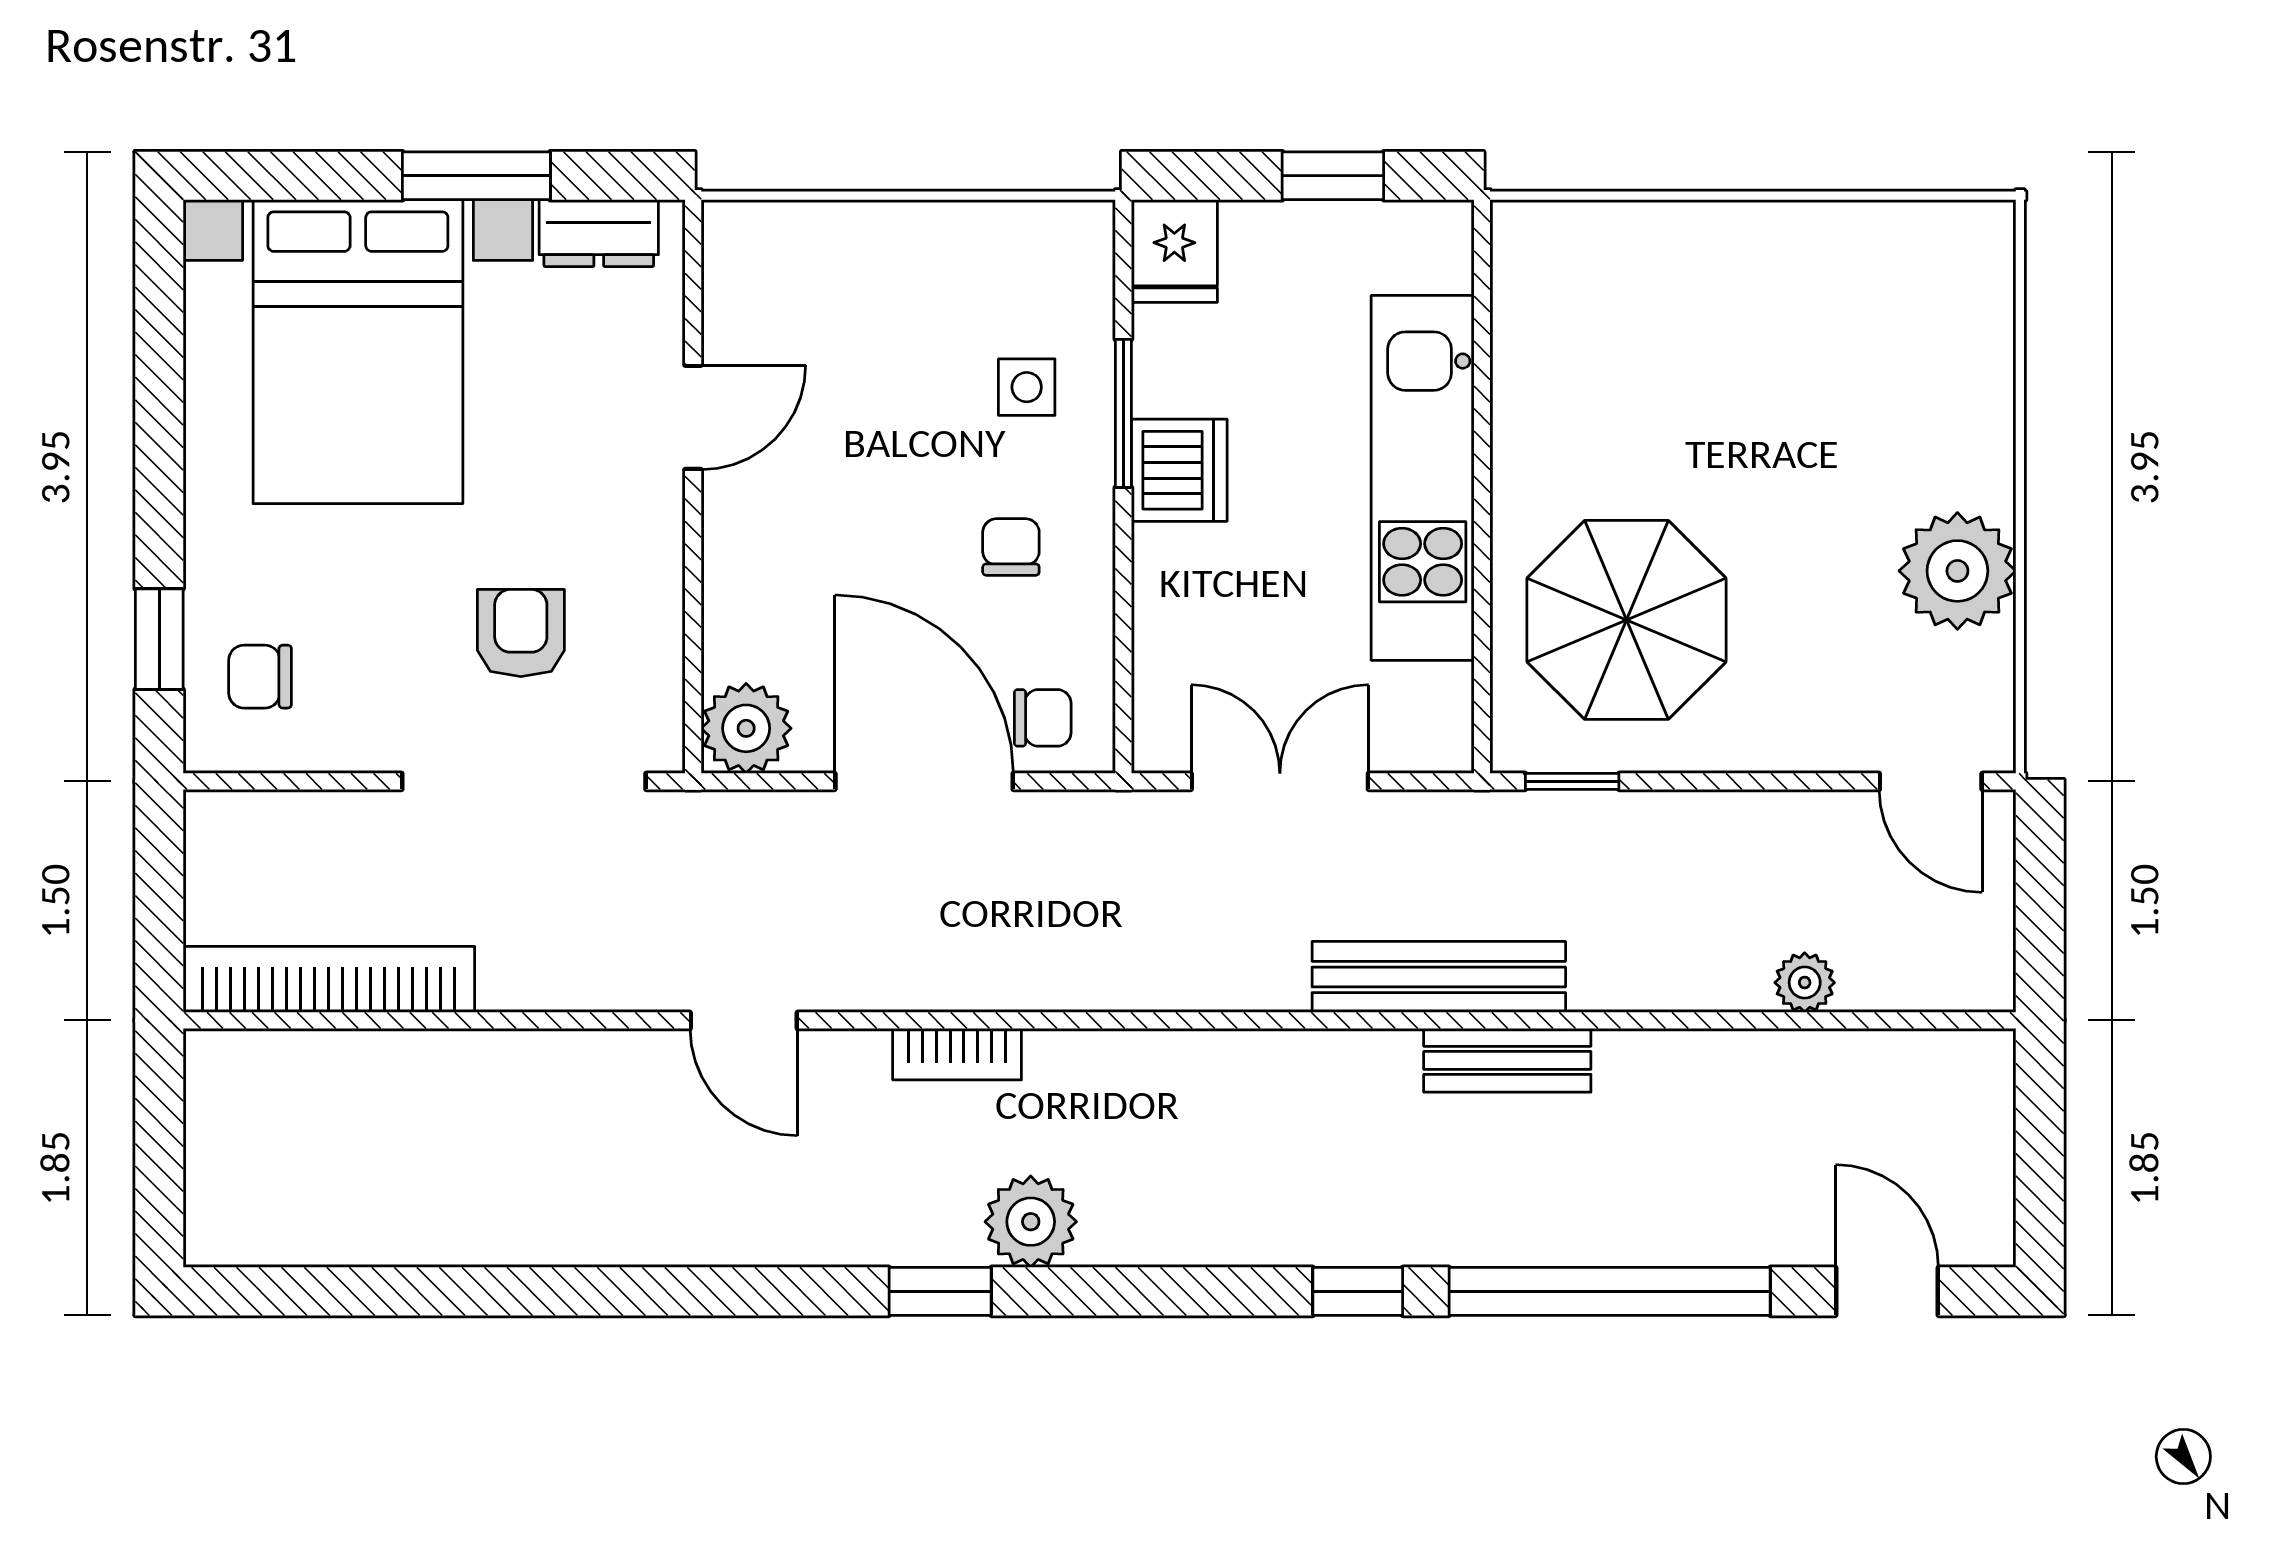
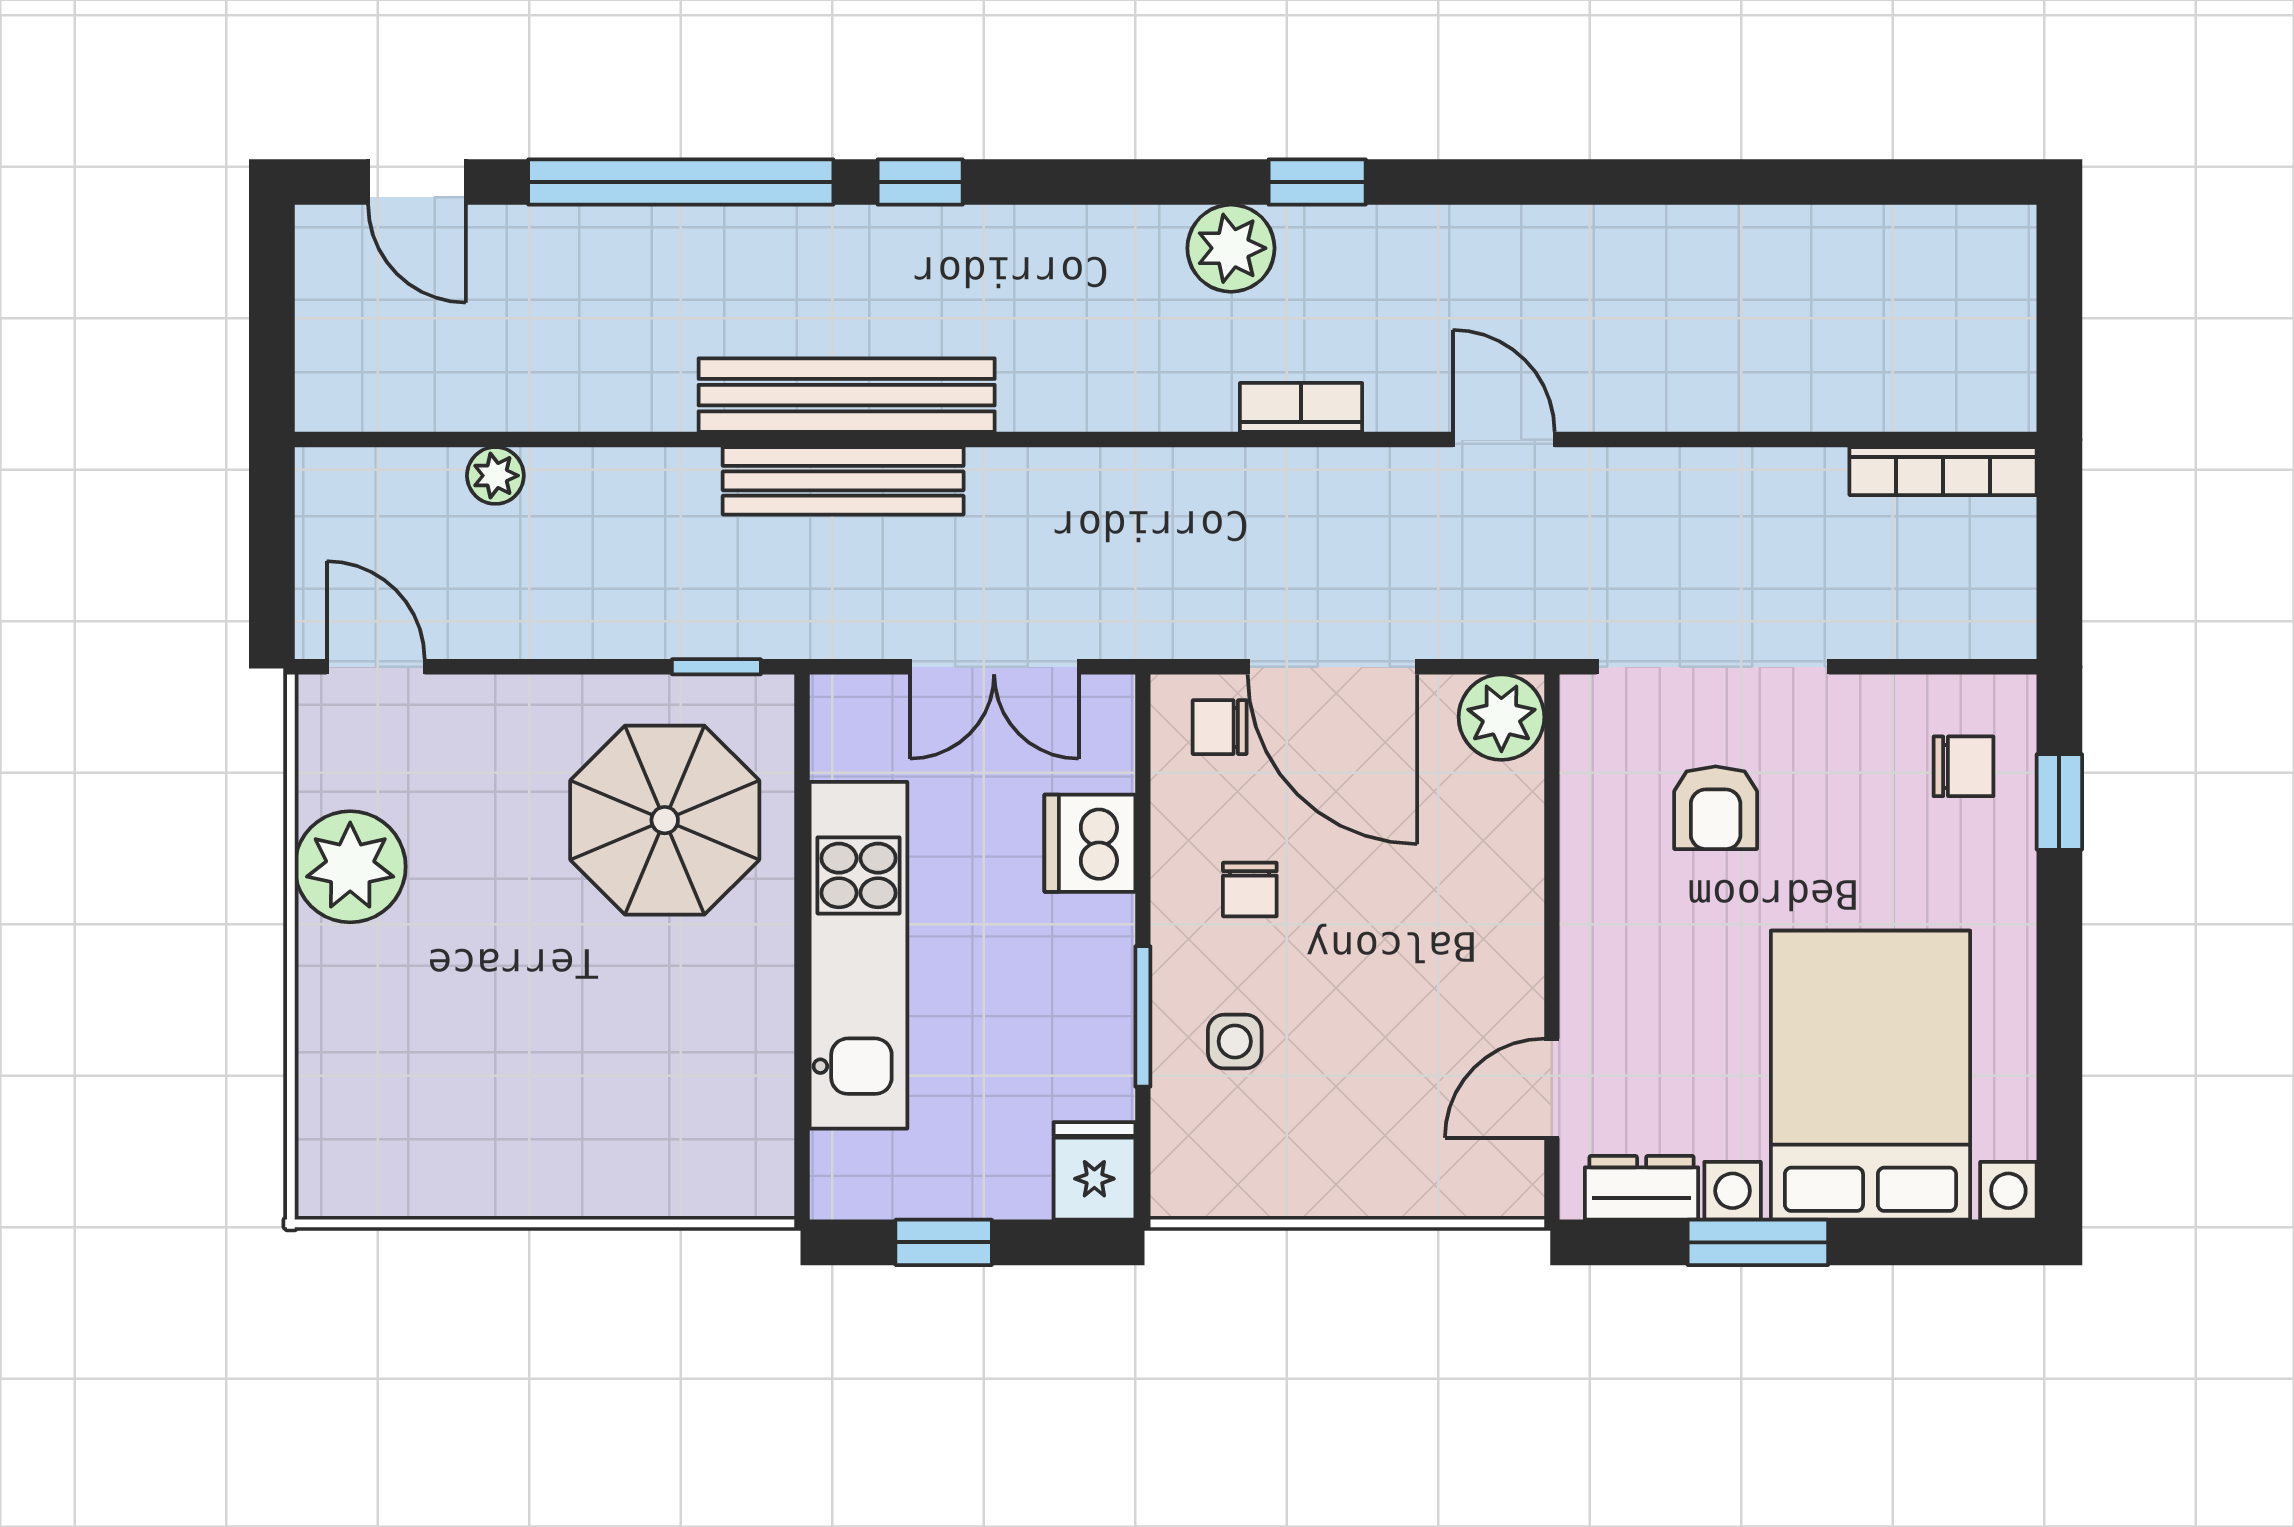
door: (693, 417) -> (1552, 1088), moved
dishwasher: (1179, 470) -> (1090, 843), moved
bookcase: (329, 979) -> (1943, 471), width x0.68, depth x0.76
bench: (1507, 1060) -> (847, 395), width x1.86, depth x1.21

